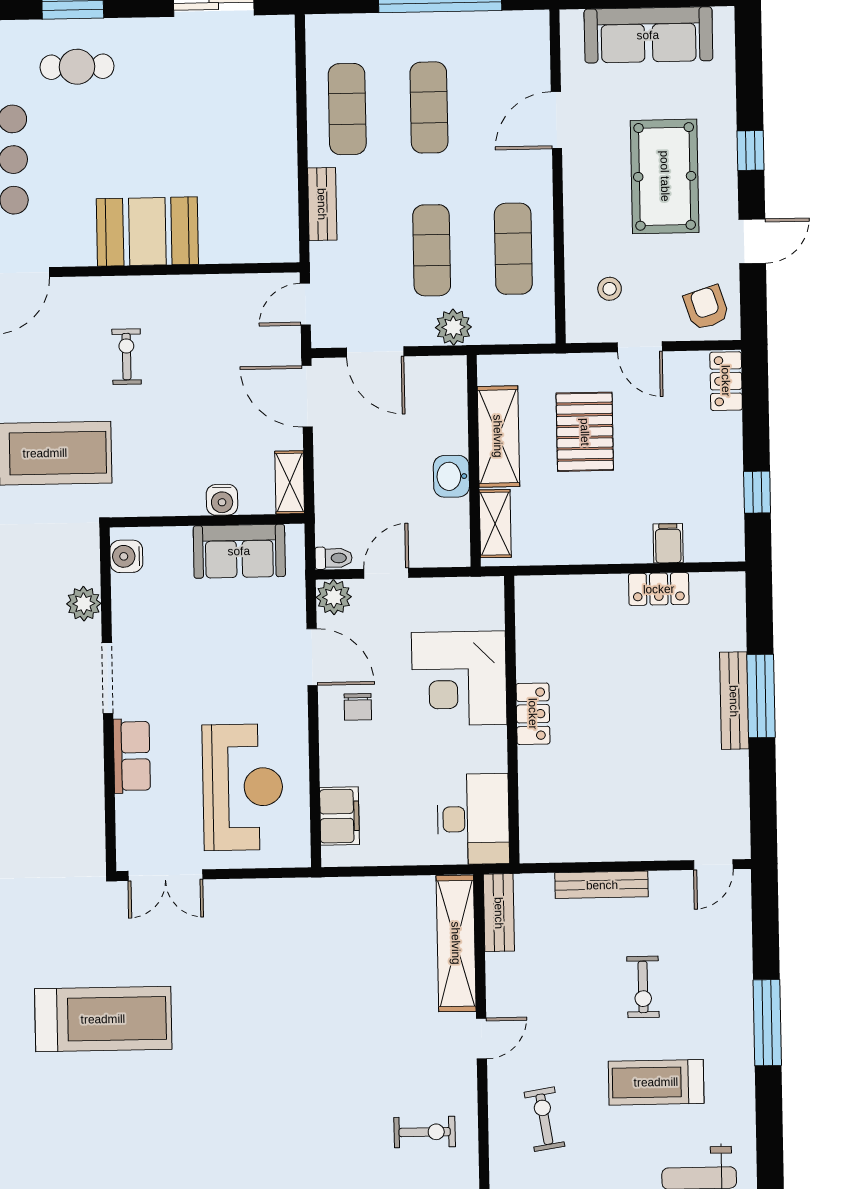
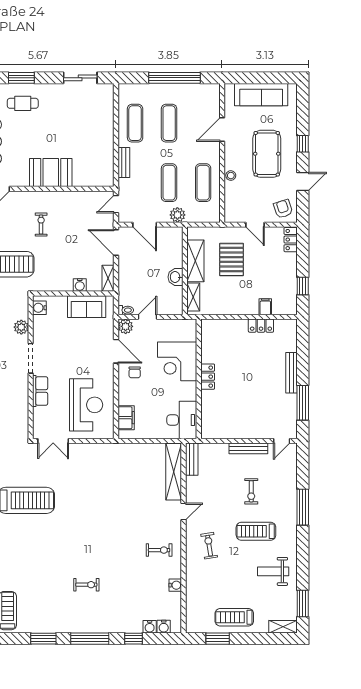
stool: (610, 289) -> (231, 176), moved
window: (761, 696) -> (303, 403), moved
bench: (602, 885) -> (248, 448), moved

